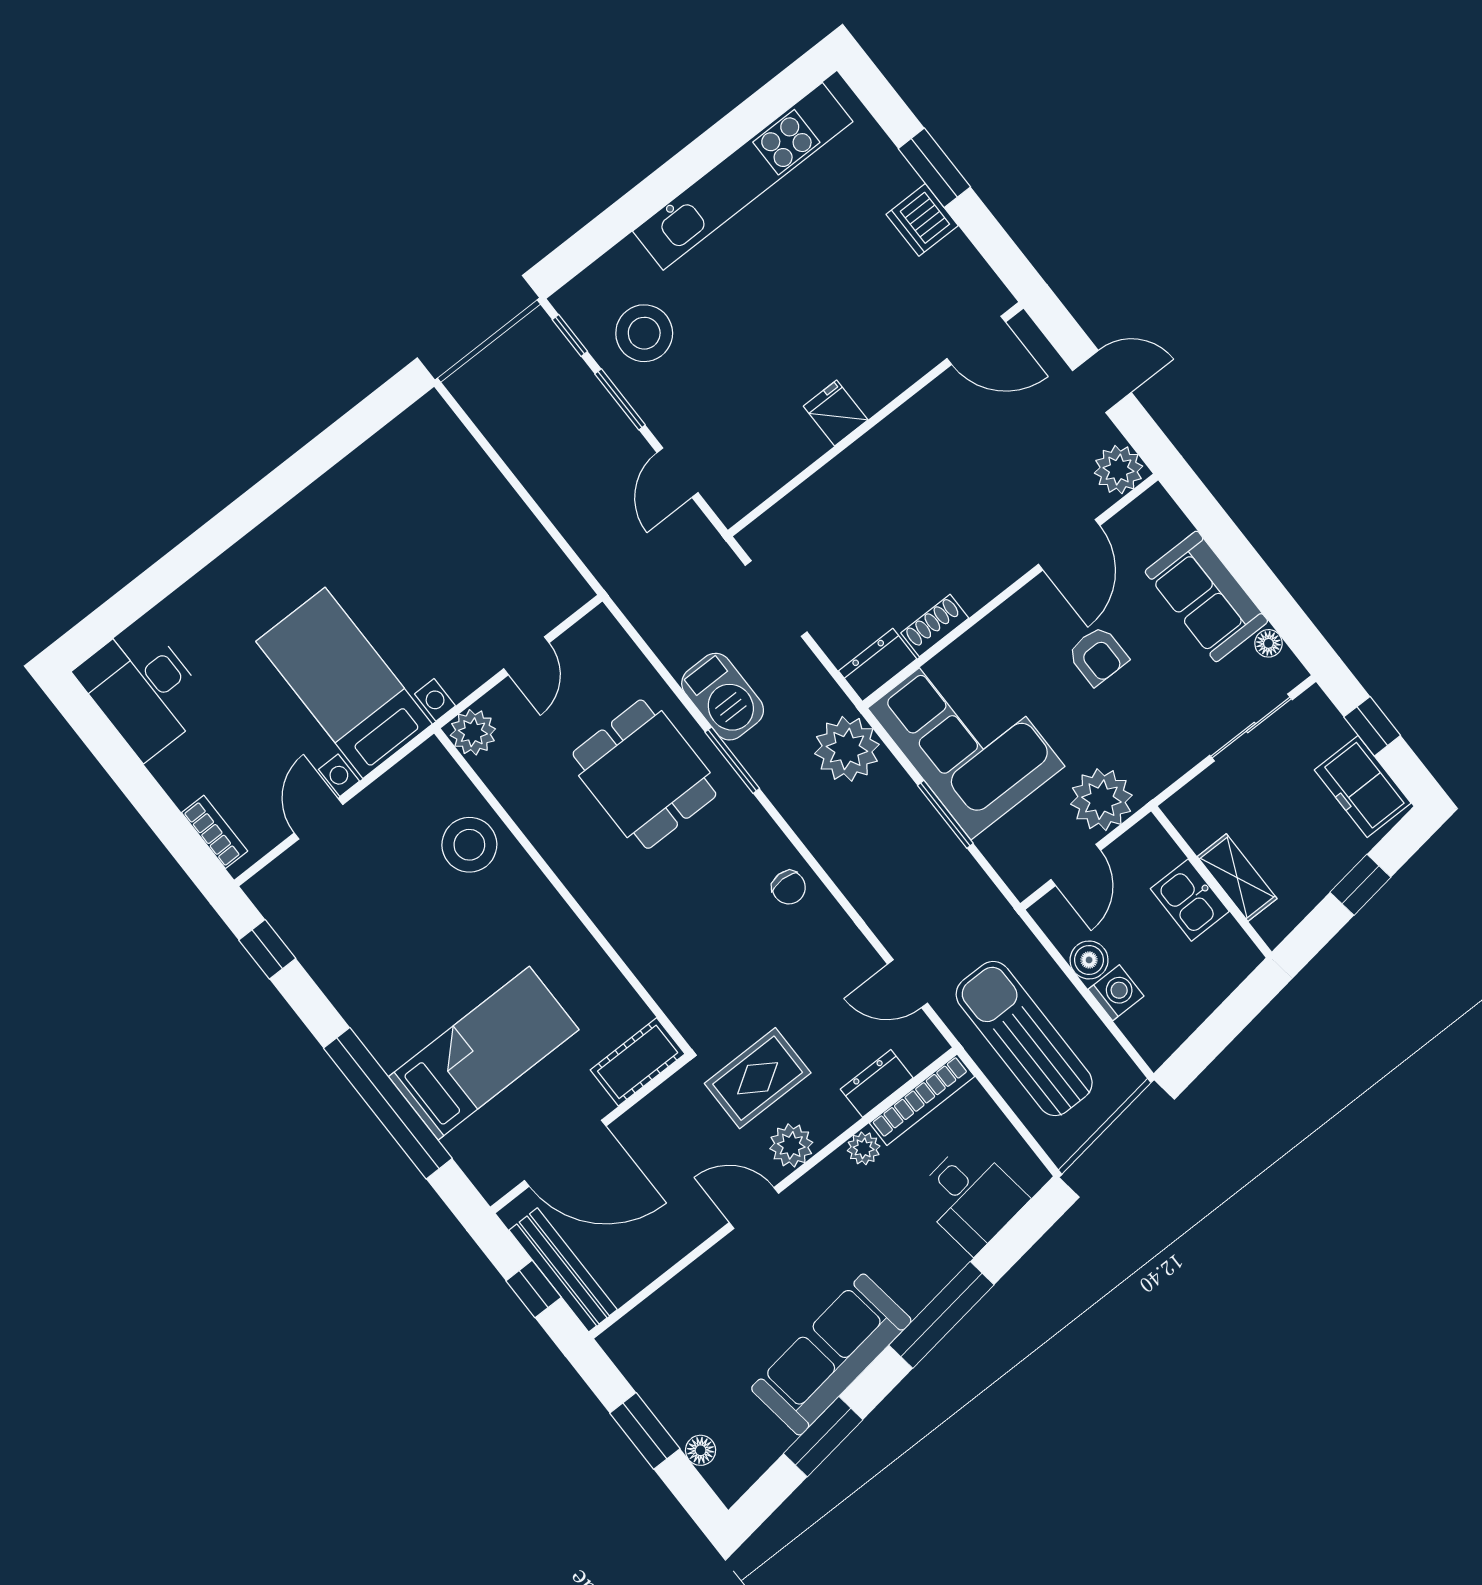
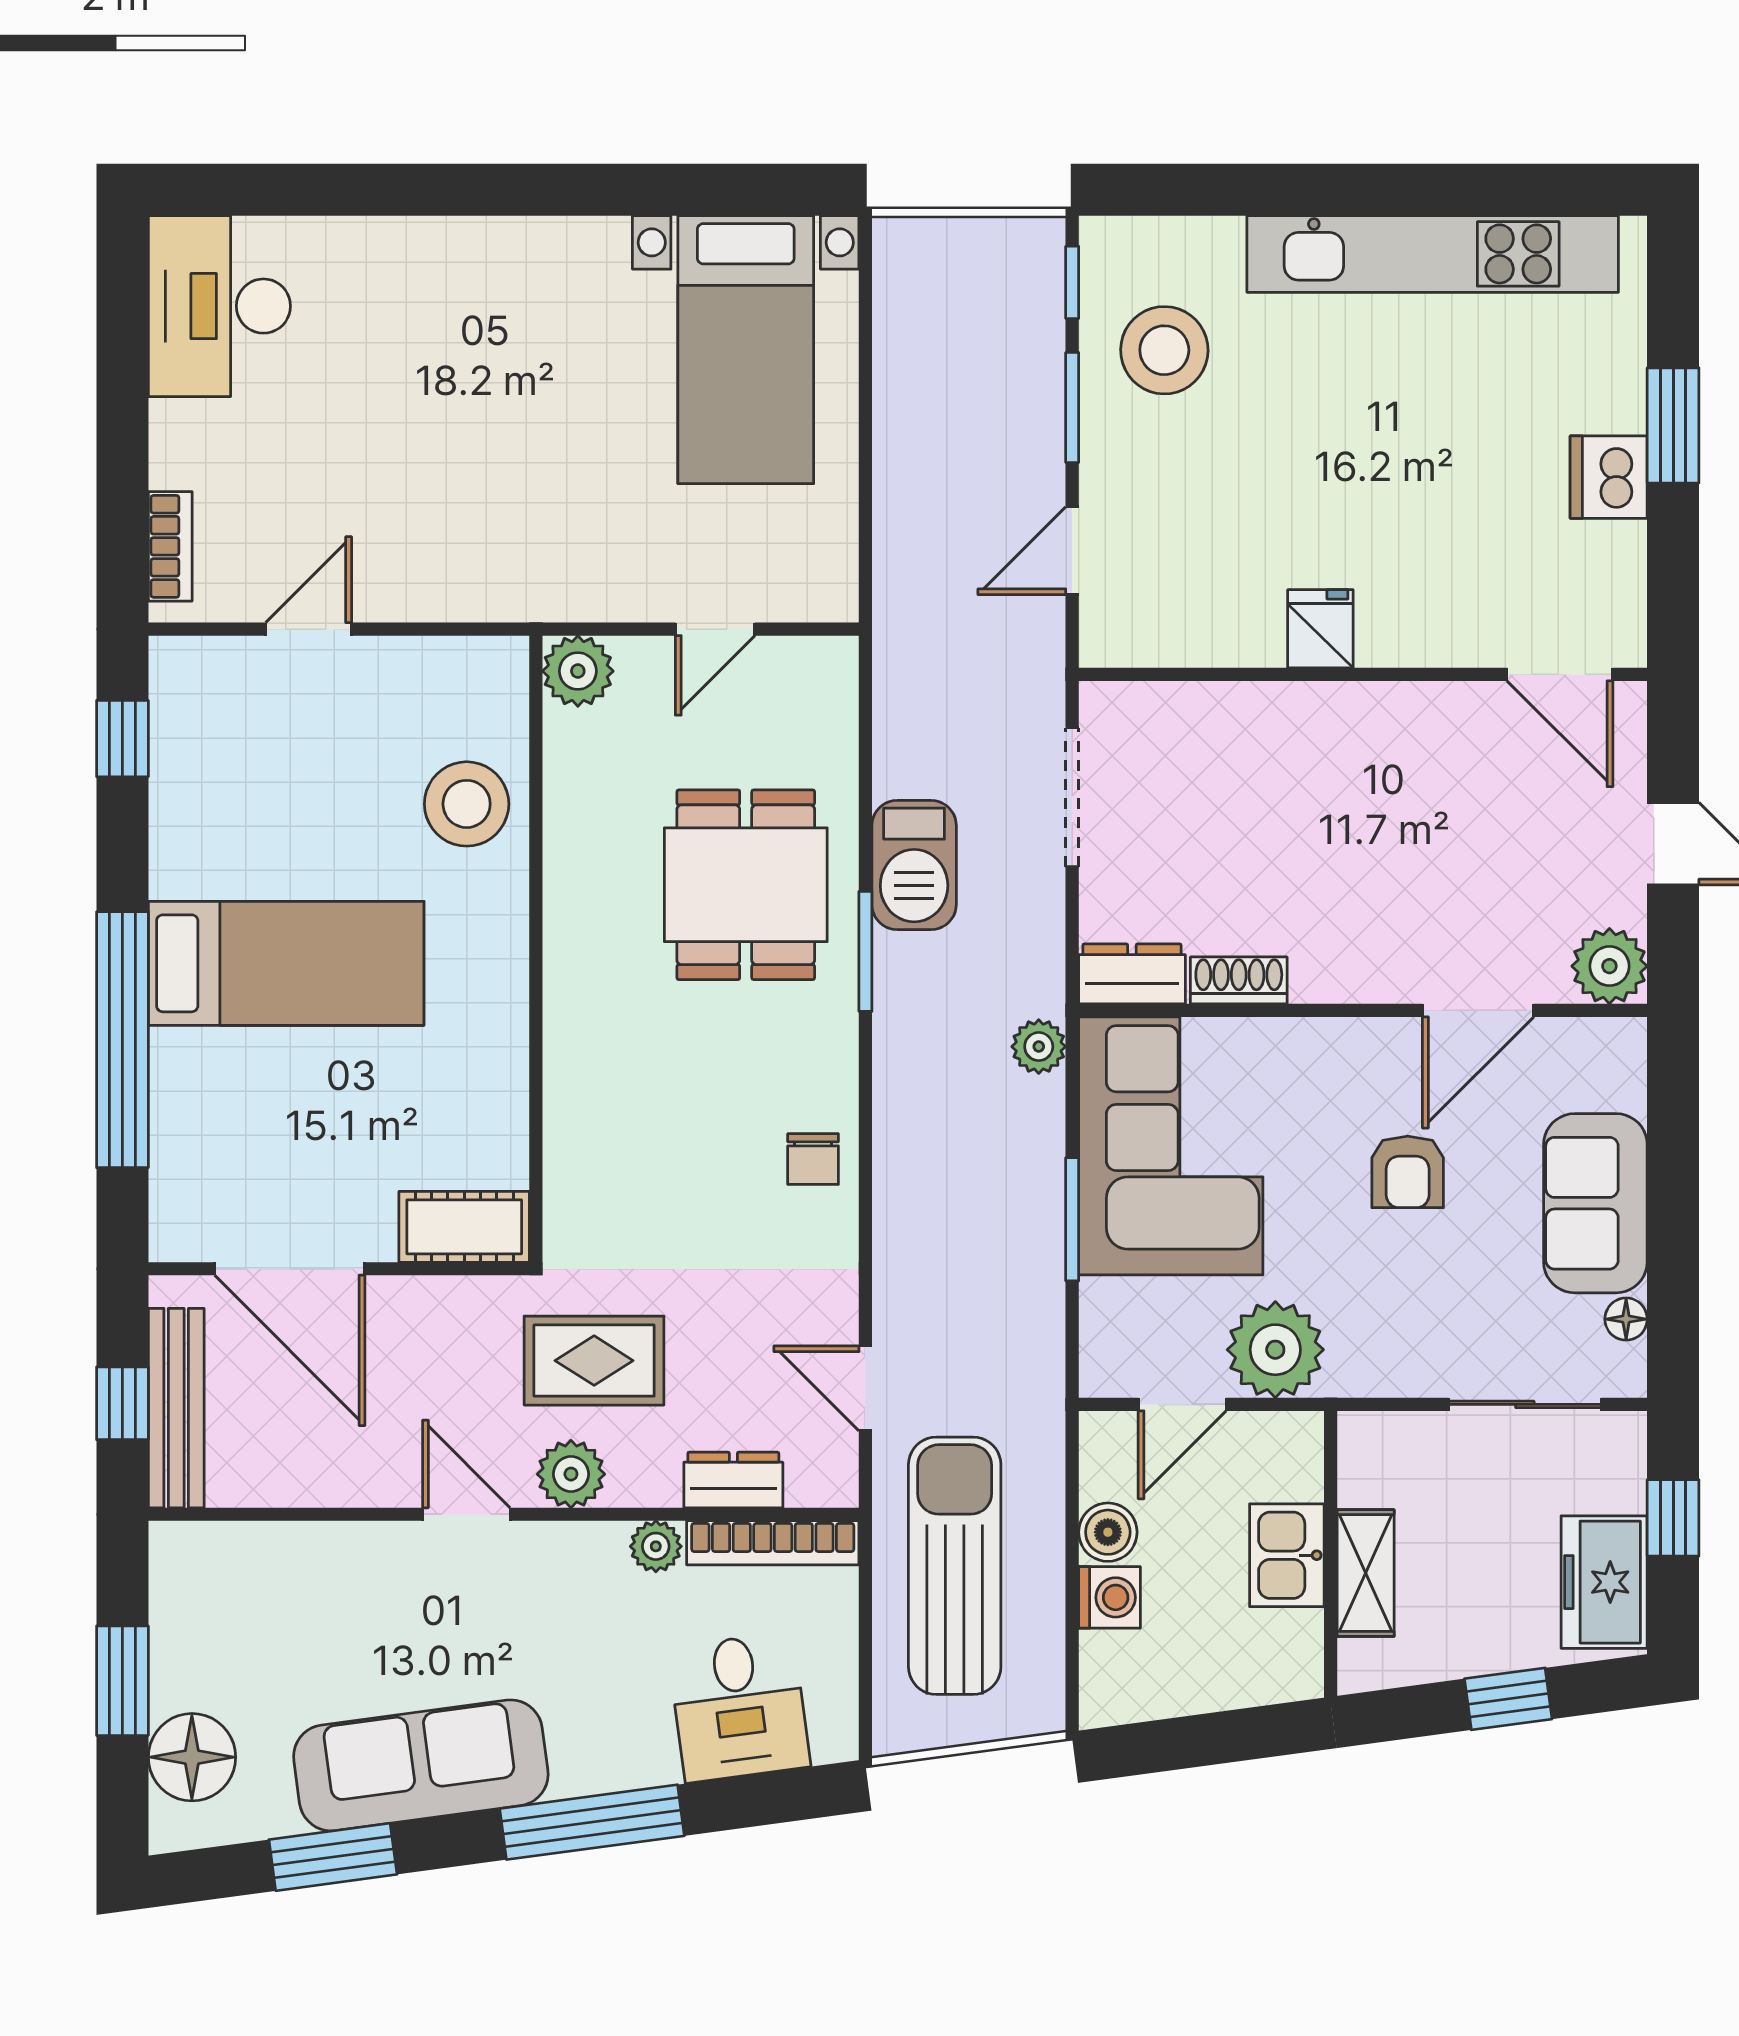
bed with nightstands: (344, 683) -> (746, 350), moved, turned 180
plant: (847, 749) -> (1039, 1047), width x0.53, depth x0.53
bed: (484, 1053) -> (286, 963), moved
floor lamp: (701, 1450) -> (192, 1757), width x1.89, depth x1.89

